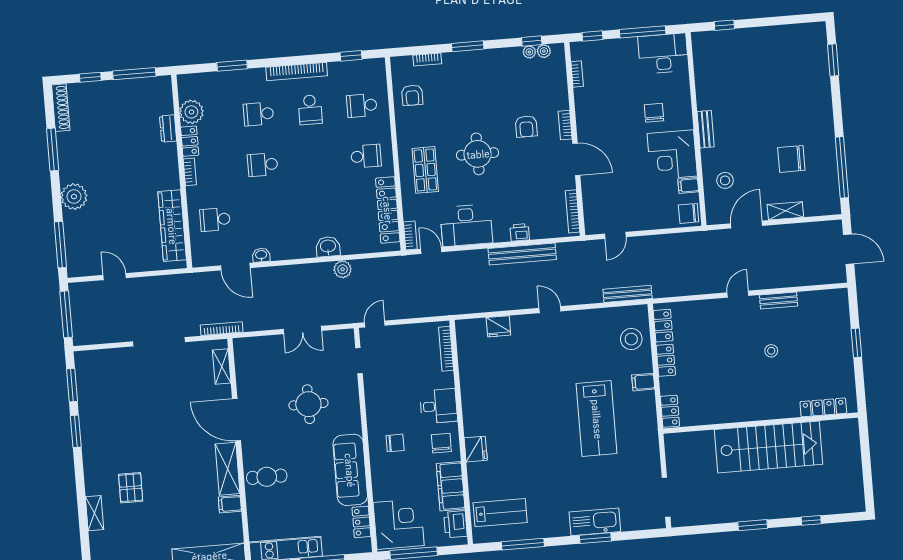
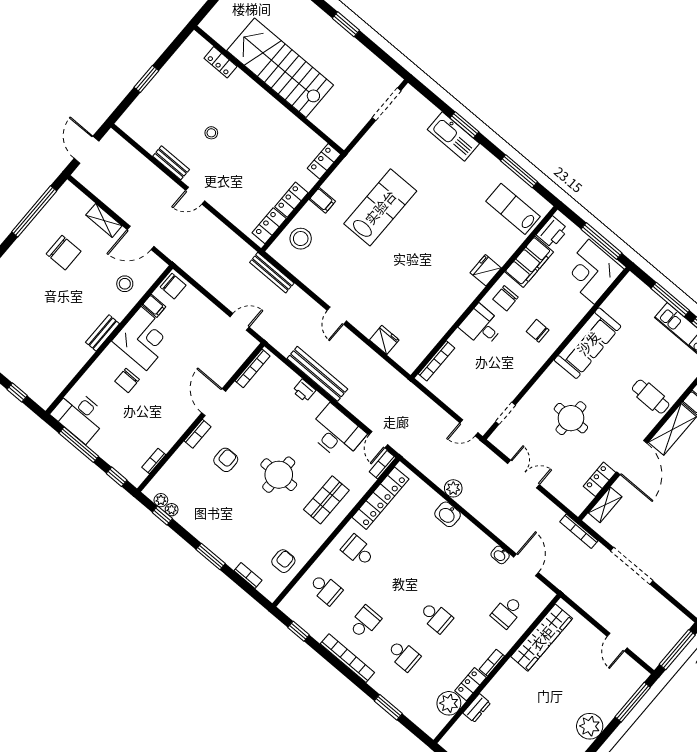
school desk: (215, 220) -> (507, 612), turned 90
locker: (823, 407) -> (221, 62), width x0.66
locker: (361, 522) -> (599, 479), moved, turned 180

